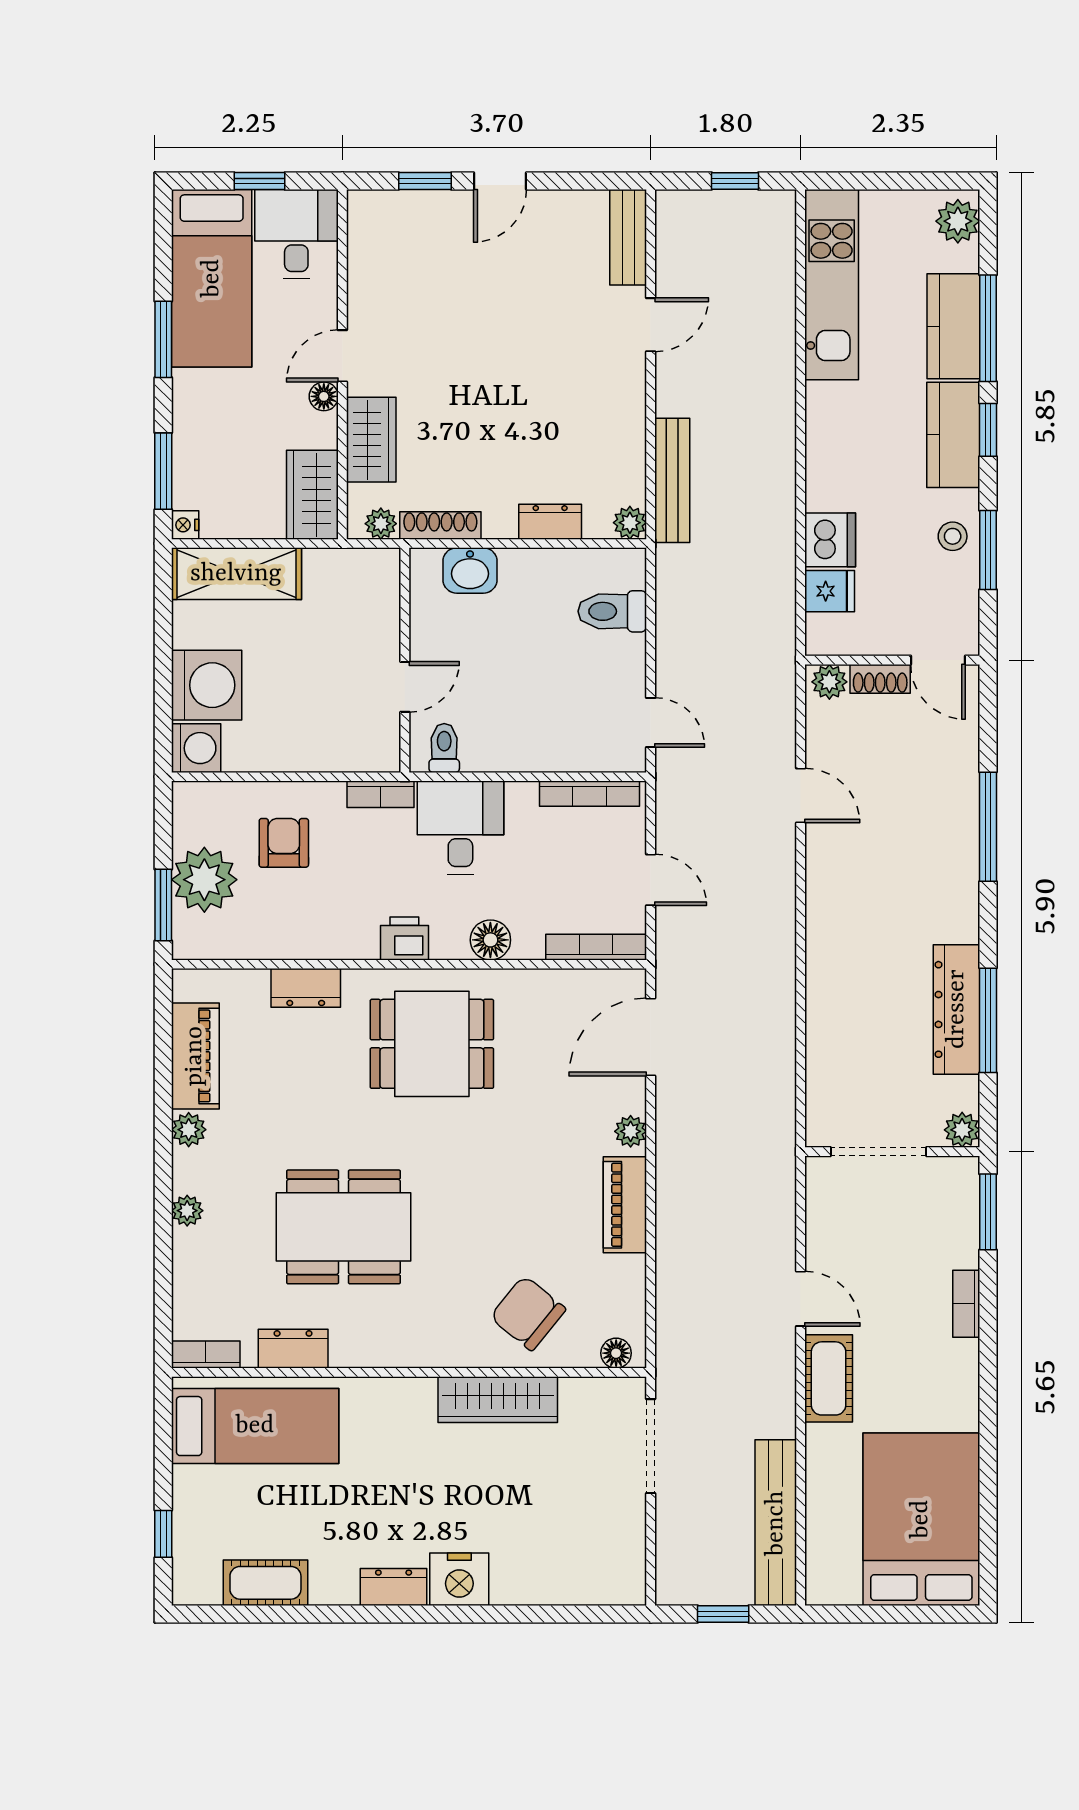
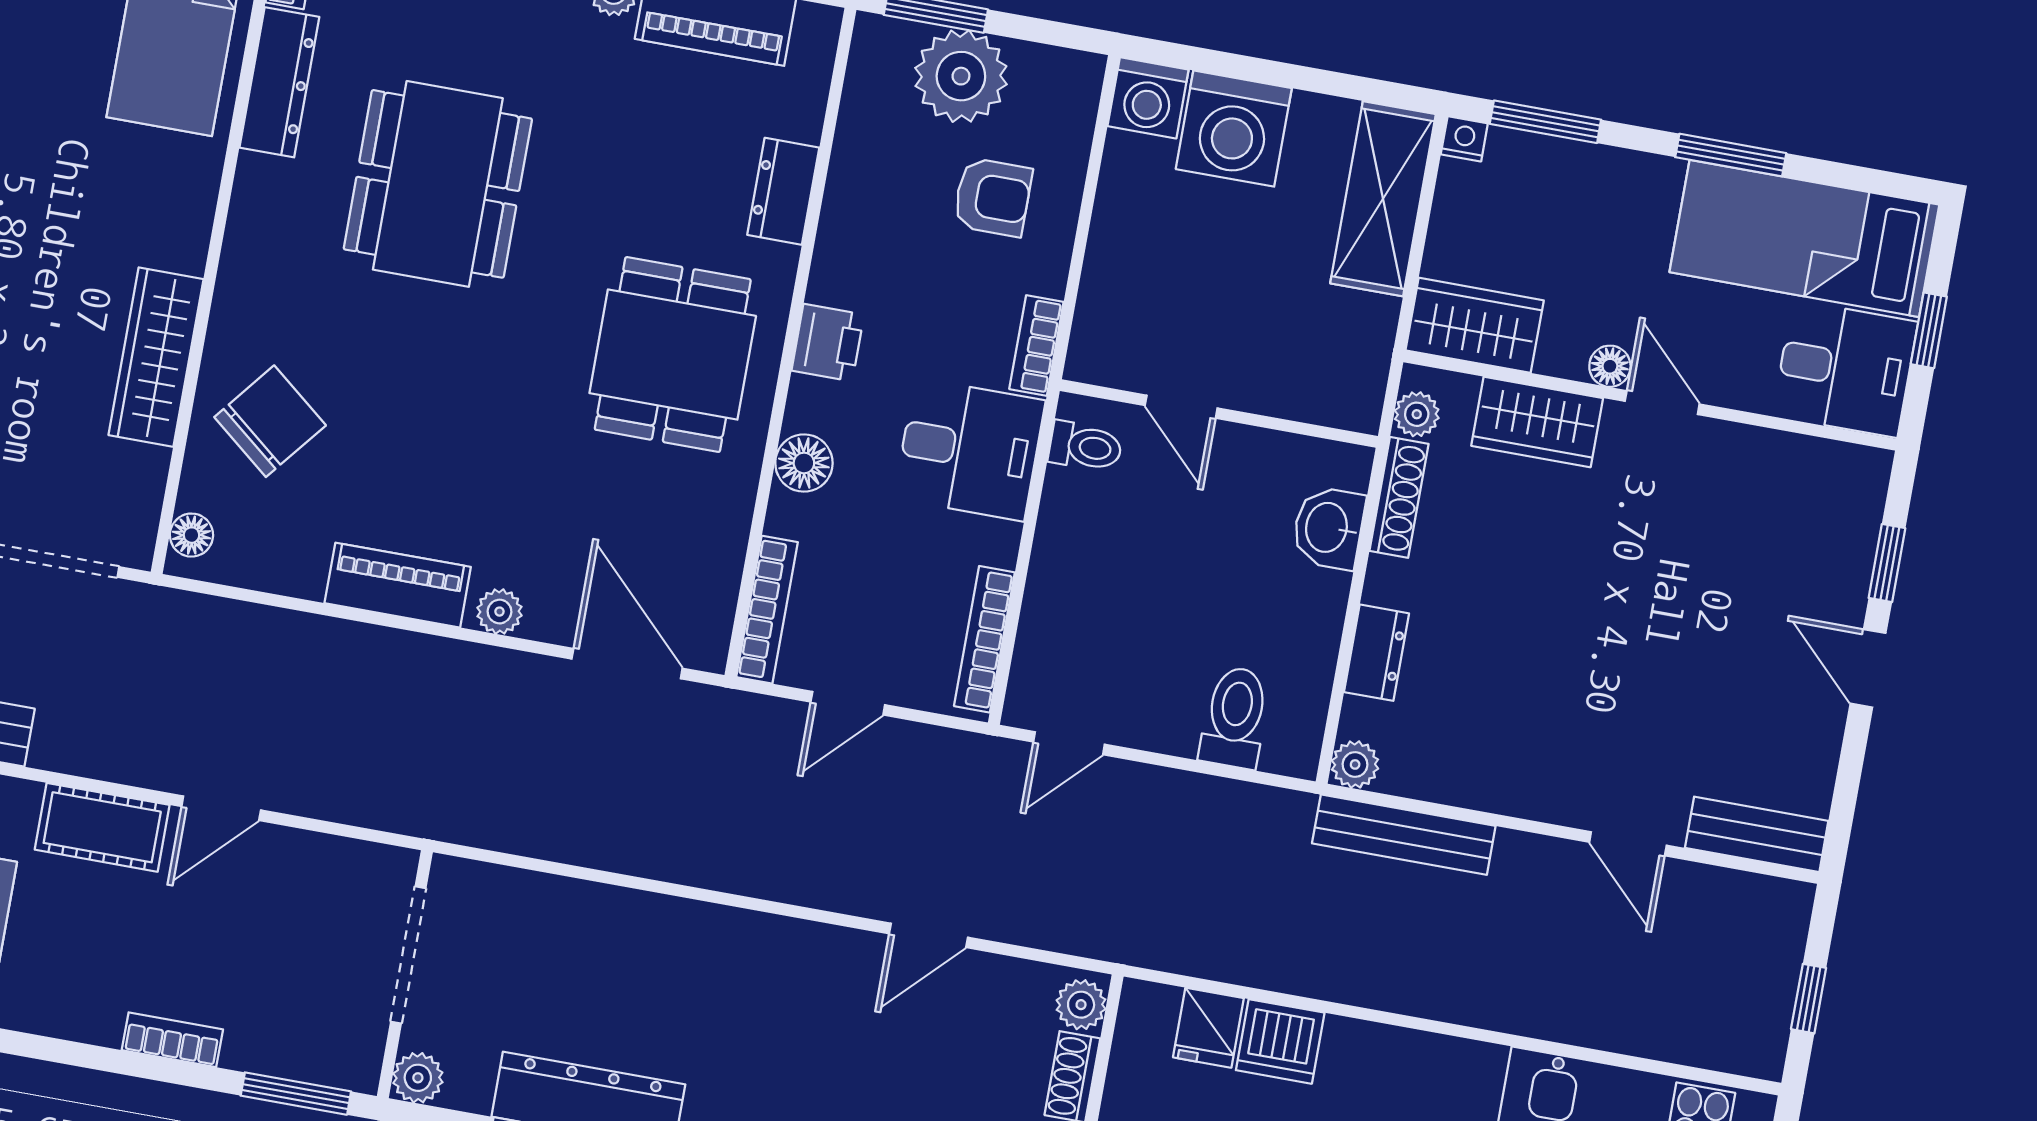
dresser: (293, 1349) -> (279, 82), width x1.44

